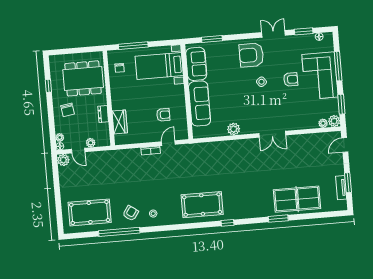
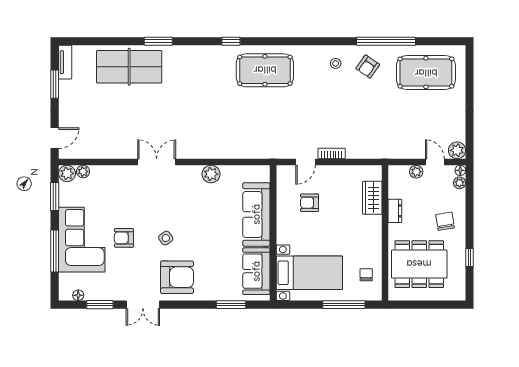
tv unit: (341, 188) -> (65, 62), moved

